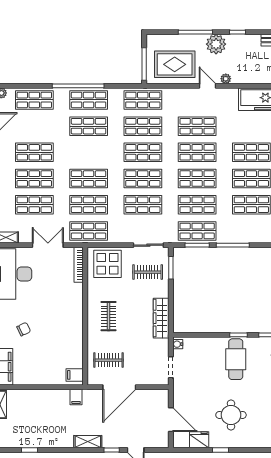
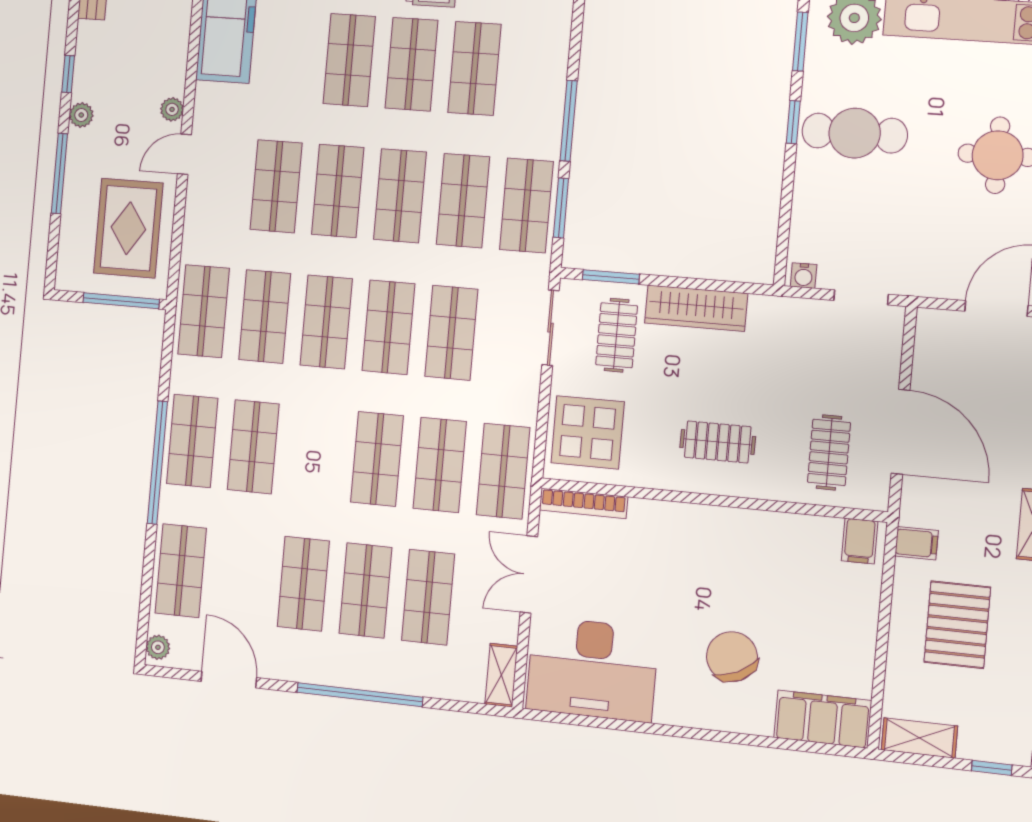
plant: (216, 44) -> (81, 115), width x0.53, depth x0.53
wardrobe: (161, 318) -> (696, 308), moved
chair: (24, 329) -> (732, 657), width x1.87, depth x1.87
pallet: (46, 415) -> (957, 625), added

